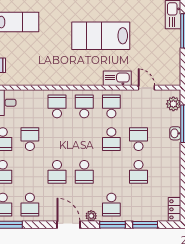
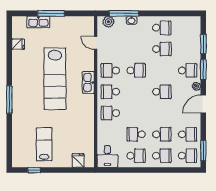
lab bench: (101, 36) -> (55, 79), width x1.36
kitchen sink: (117, 78) -> (88, 82), moved
door: (146, 88) -> (96, 43), hinge flipped
school desk: (139, 139) -> (162, 28), moved, turned 180
school desk: (57, 172) -> (162, 134), moved
locker: (175, 209) -> (191, 21), removed

